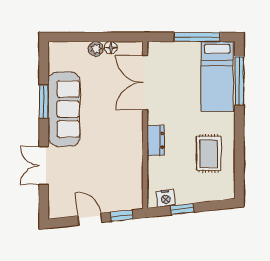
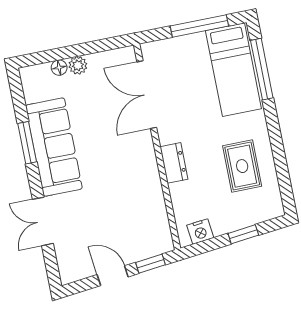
floor lamp: (111, 48) -> (59, 68), moved
window: (182, 209) -> (243, 234), moved

